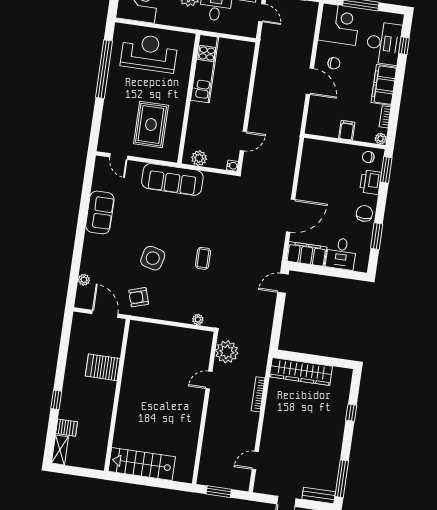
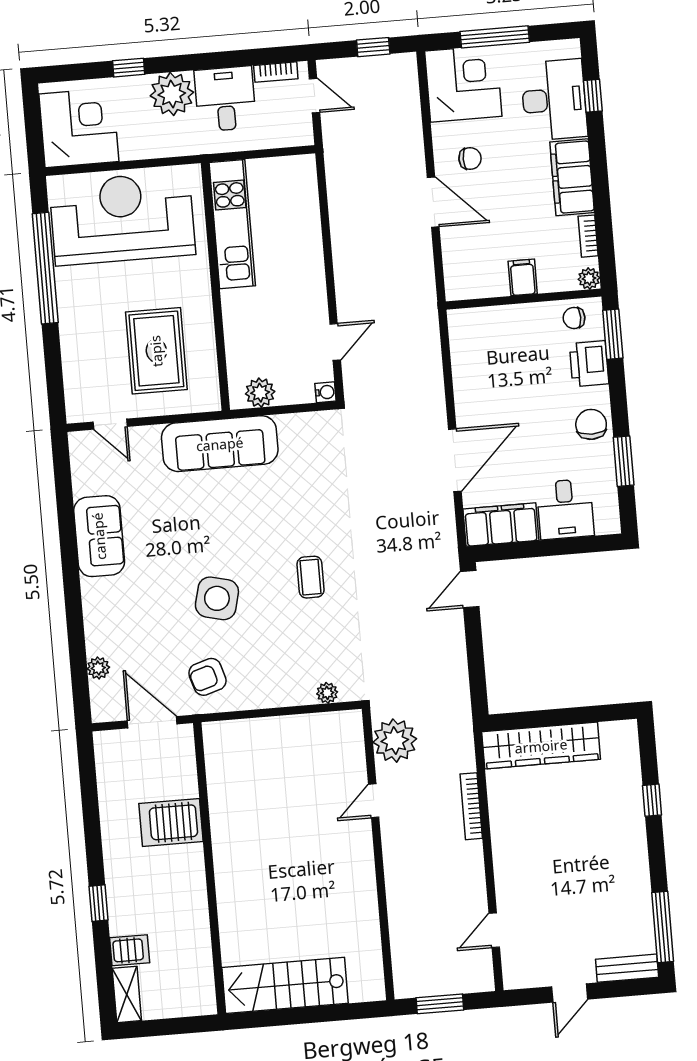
reception desk: (149, 53) -> (122, 218), width x1.36, depth x1.30

